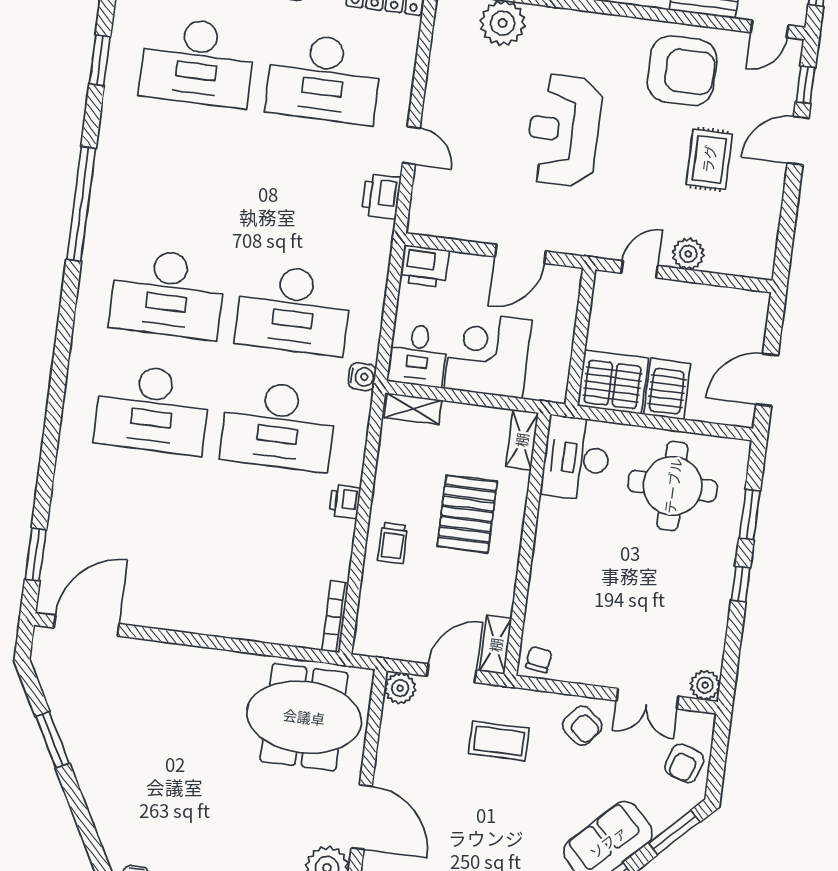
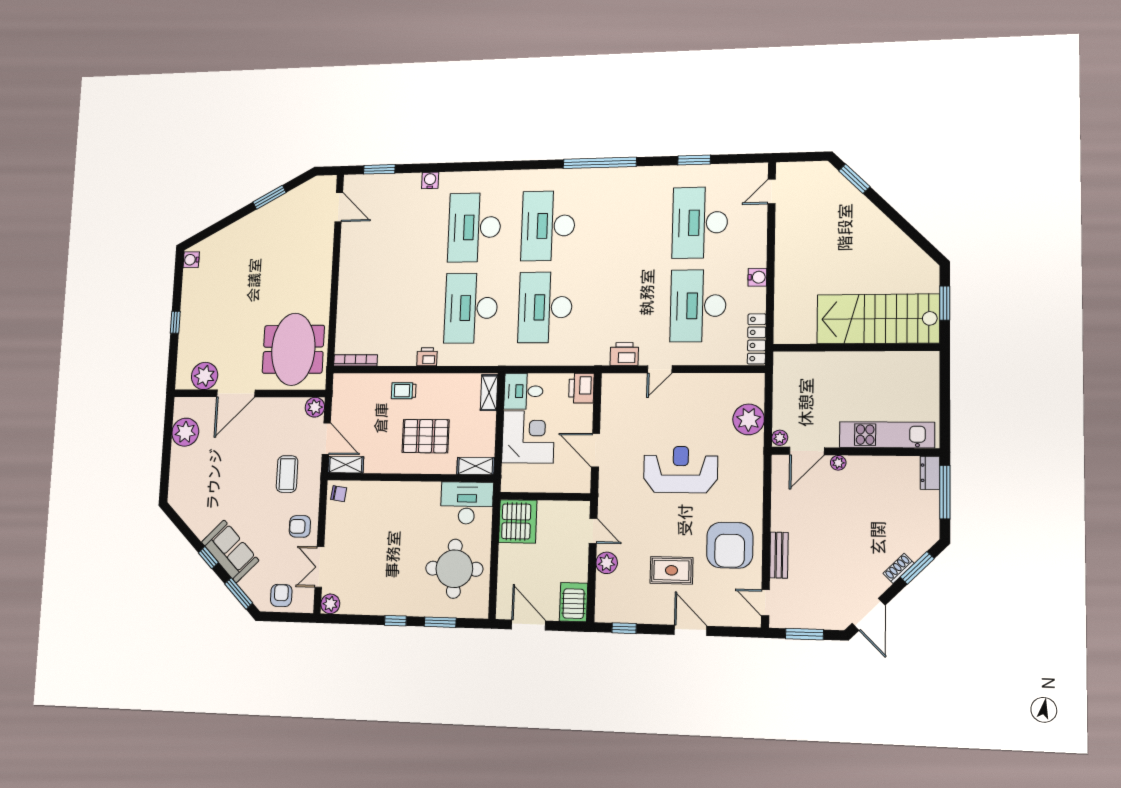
window: (805, 85) -> (624, 628), moved
water cooler: (362, 377) -> (430, 180), moved, turned 180
server rack: (667, 389) -> (574, 602), moved, turned -90
door: (86, 626) -> (339, 207), width x0.73
armchair: (582, 726) -> (300, 526), turned 51
armchair: (684, 763) -> (281, 595), turned 72

